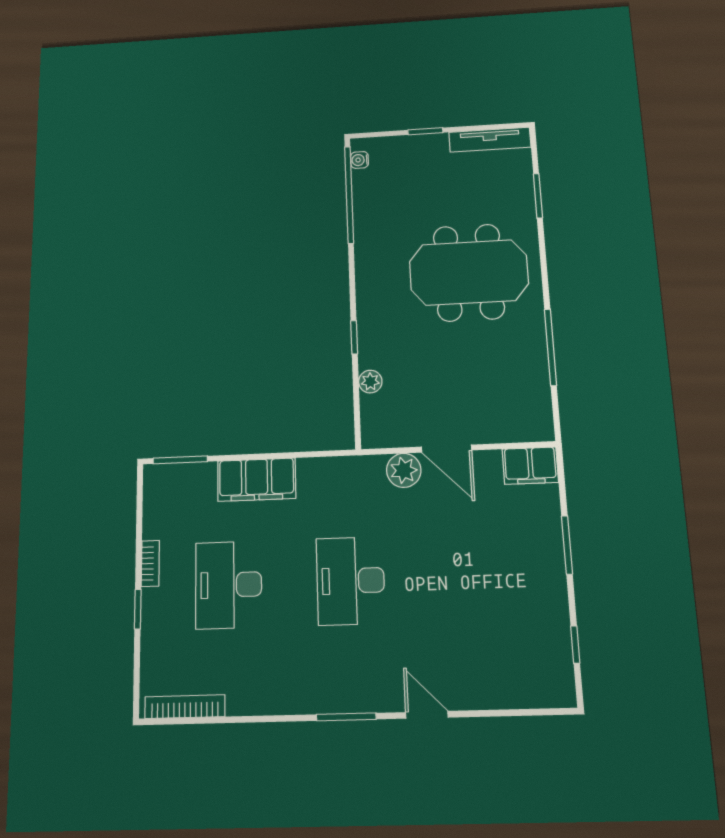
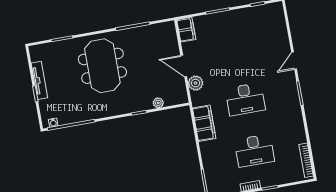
tv unit: (490, 140) -> (39, 80), moved
door: (447, 449) -> (184, 66), swing flipped
filing cabinet: (257, 480) -> (204, 123), moved

